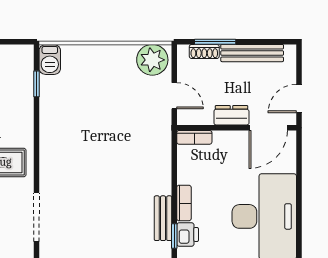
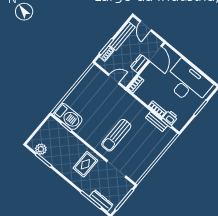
barbecue: (50, 60) -> (68, 116), width x1.88, depth x1.53
plant: (152, 60) -> (93, 76), removed
door: (299, 99) -> (146, 26), moved
sun lounger: (89, 173) -> (116, 135), added

